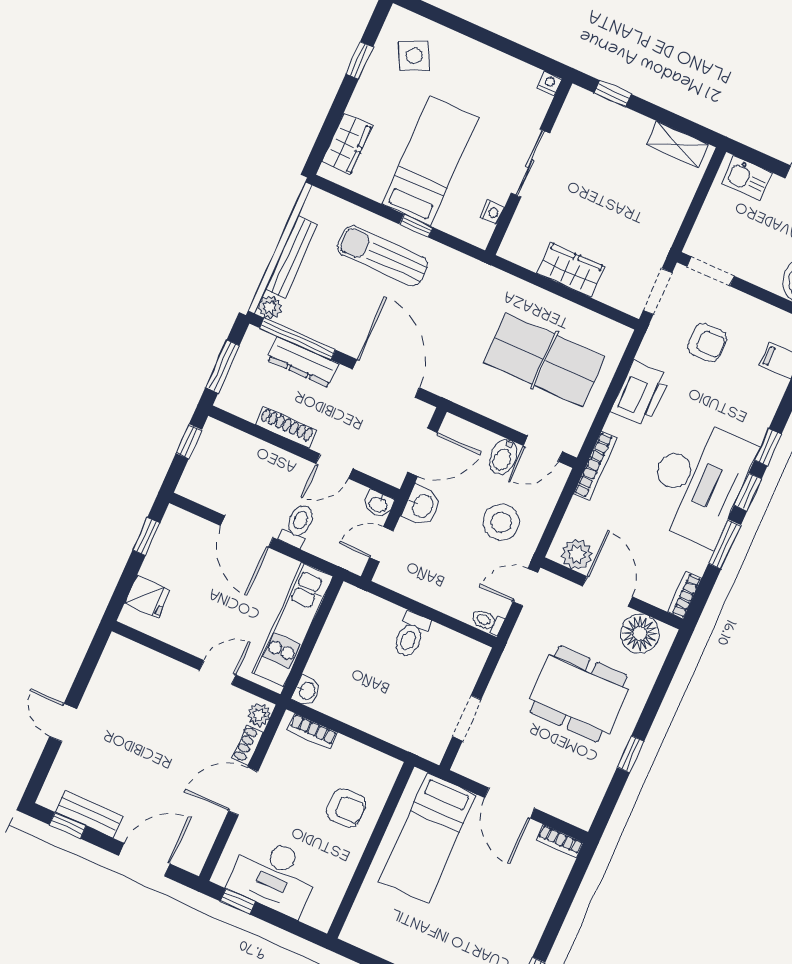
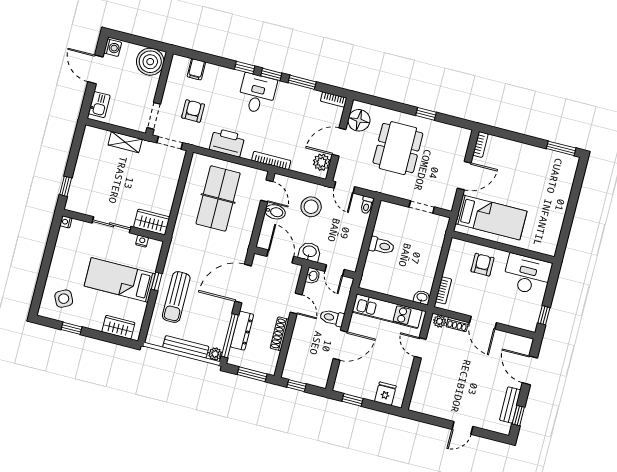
shelving: (677, 144) -> (125, 142), moved, turned 90
wardrobe: (571, 270) -> (152, 222), moved, turned 90
desk: (698, 481) -> (257, 94), width x0.53, depth x0.77
desk: (275, 876) -> (527, 275), moved, turned -90

